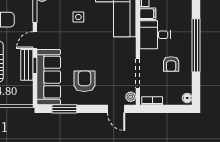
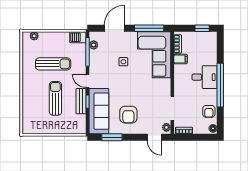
desk: (155, 35) -> (204, 77), moved, turned 180
door: (35, 40) -> (88, 81), hinge flipped
armchair: (171, 64) -> (209, 111), moved
armchair: (84, 81) -> (128, 115), turned 180

